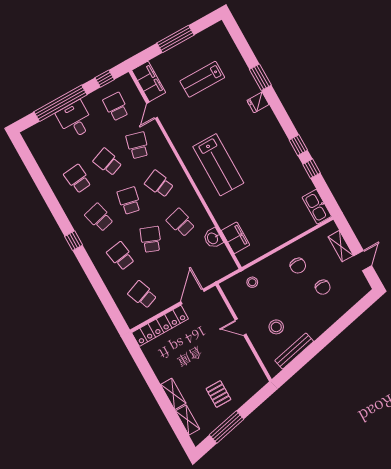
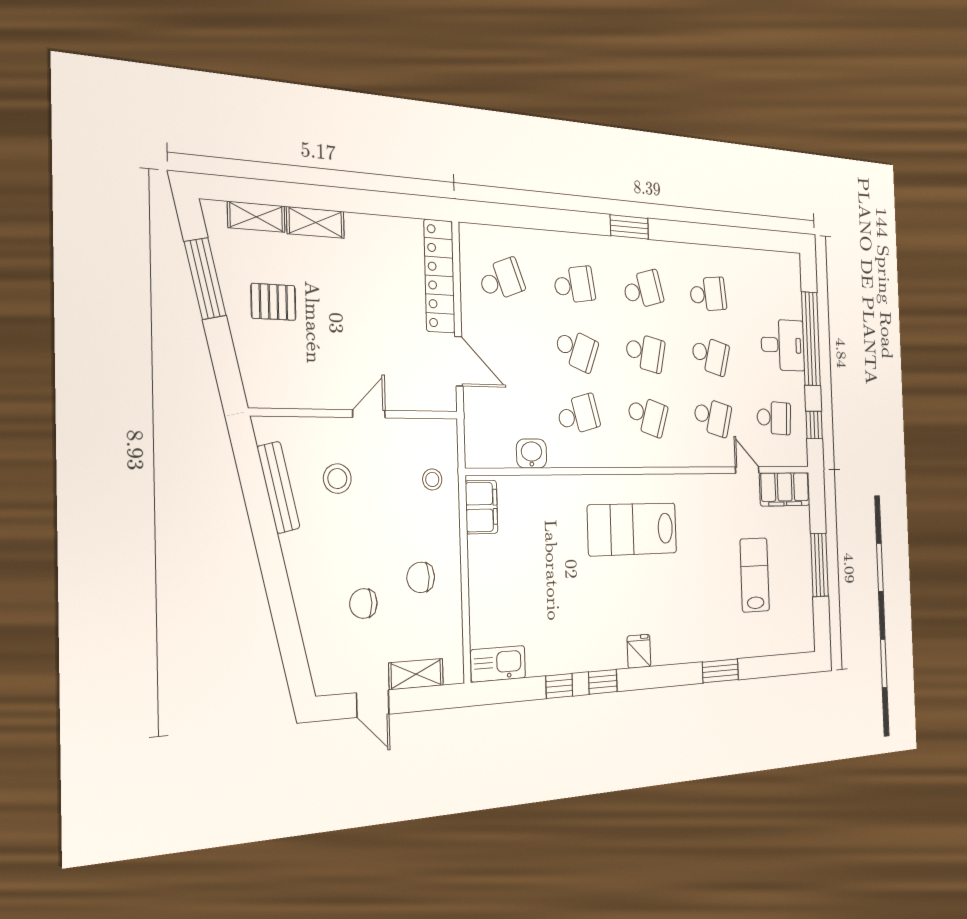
fridge: (258, 102) -> (639, 651), moved
school desk: (108, 162) -> (710, 355), turned 36
school desk: (159, 184) -> (647, 416), turned 42
filing cabinet: (235, 238) -> (481, 507), moved, turned -90
window: (74, 241) -> (629, 227), width x1.50

